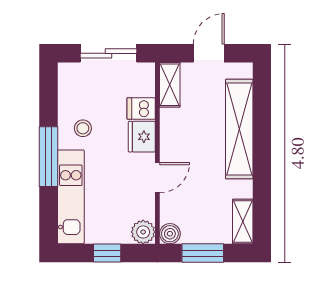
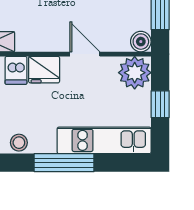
stool: (83, 128) -> (19, 143), moved
plant: (143, 232) -> (135, 73), width x1.36, depth x1.36

